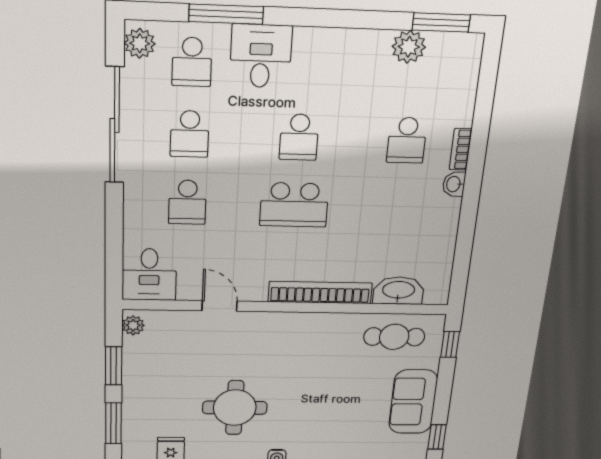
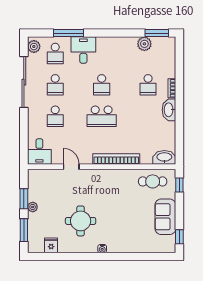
washbasin: (454, 184) -> (169, 110), width x1.91, depth x1.45
washbasin: (398, 291) -> (164, 157), moved
plant: (133, 325) -> (33, 207), moved

